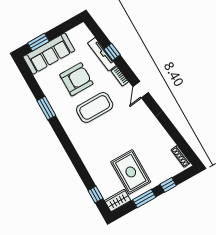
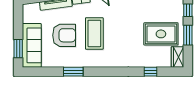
armchair: (76, 79) -> (64, 35), turned 90
window: (95, 195) -> (150, 72), moved

